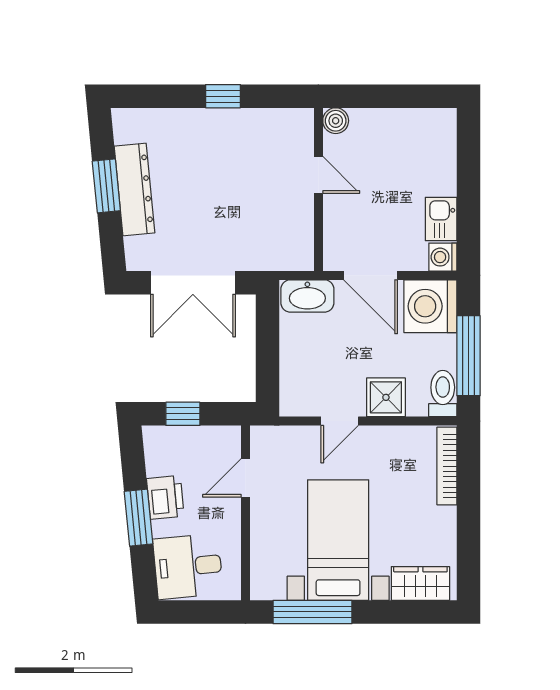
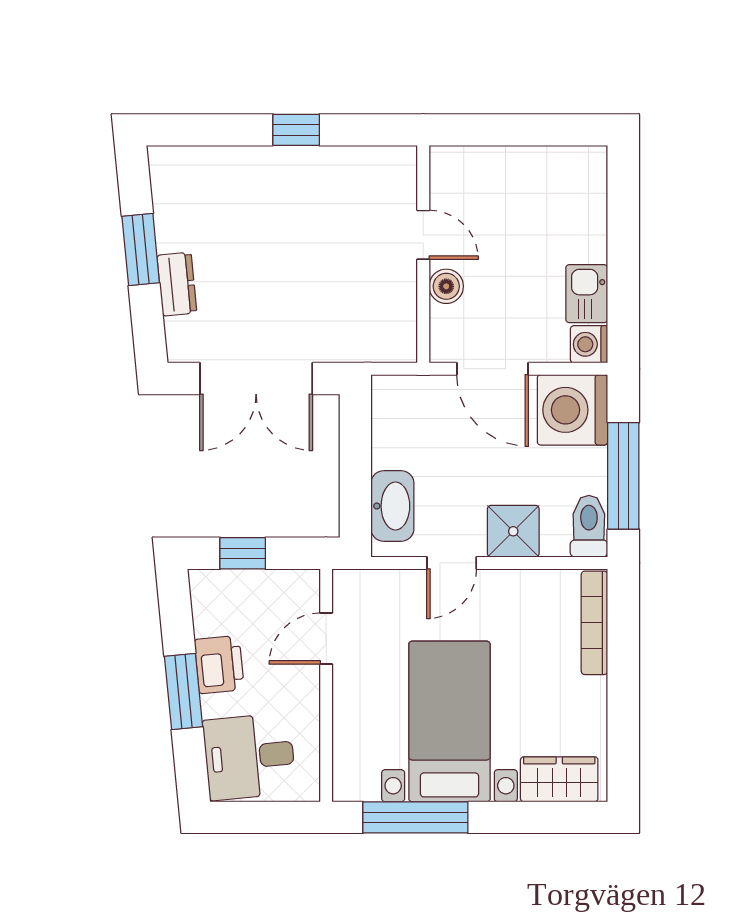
boiler: (336, 121) -> (446, 286), moved
dresser: (135, 190) -> (177, 284), width x0.51, depth x0.80
washbasin: (307, 296) -> (392, 506), moved, turned -90

